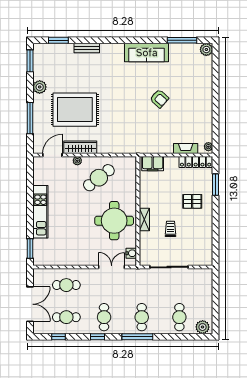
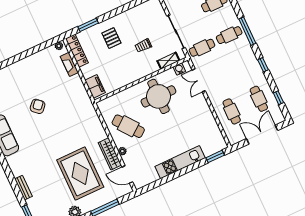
shelving: (144, 219) -> (168, 61), moved
cafe table: (104, 317) -> (202, 48), moved

